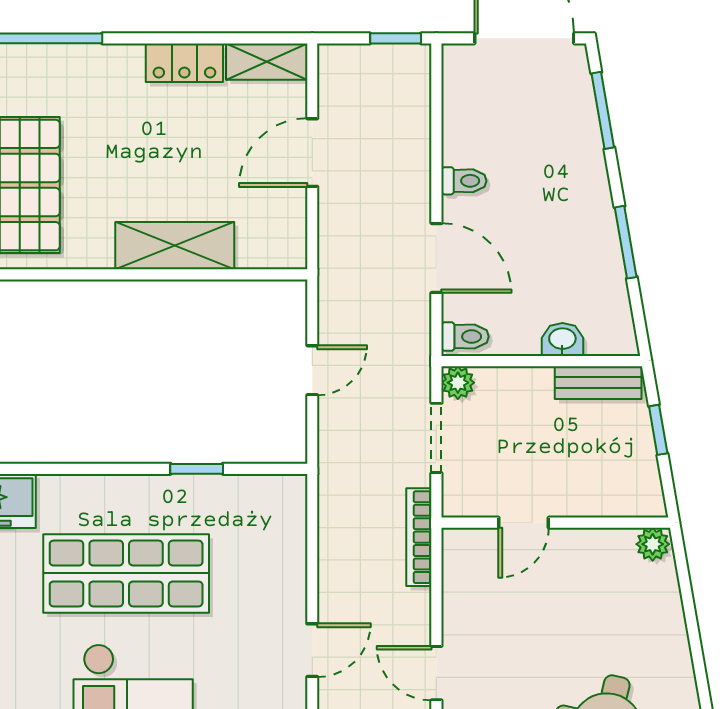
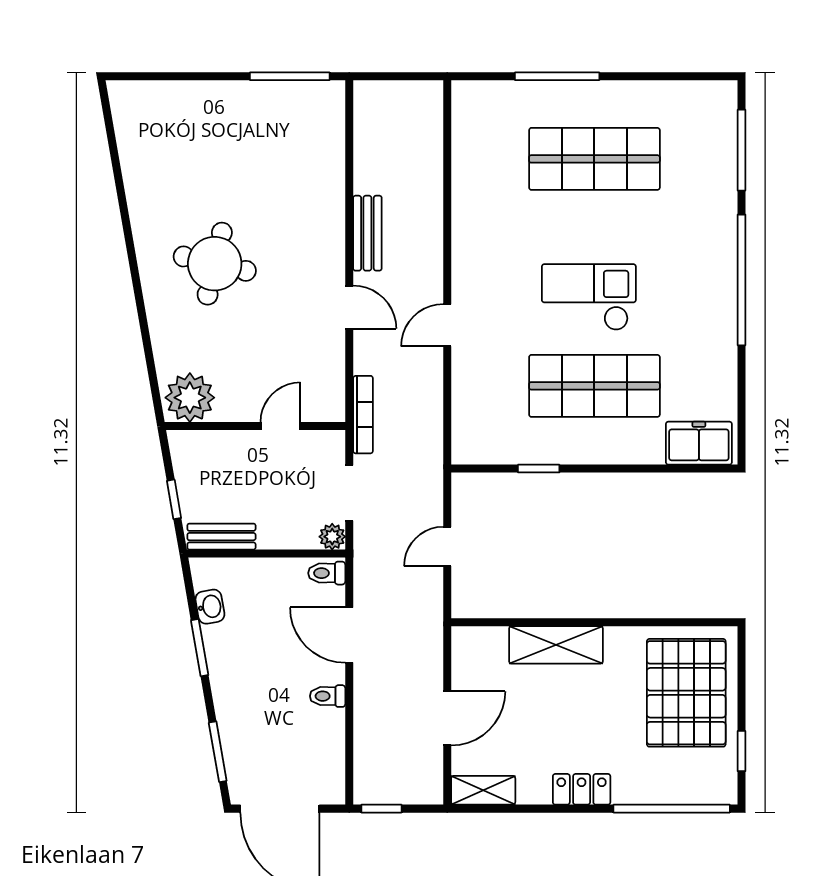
locker: (184, 63) -> (582, 789), moved
washbasin: (562, 340) -> (210, 607), moved, turned -100
plant: (653, 544) -> (190, 398), width x1.87, depth x1.87

